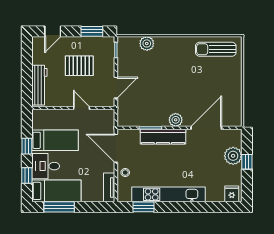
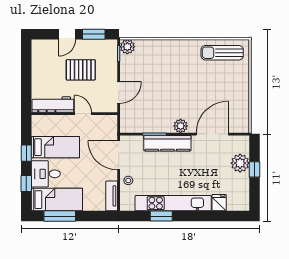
door: (53, 31) -> (67, 34), moved
plant: (147, 43) -> (127, 47), moved
workbench: (39, 85) -> (53, 105), moved, turned -90
fridge: (232, 194) -> (219, 203), moved
window: (144, 207) -> (161, 216), moved

